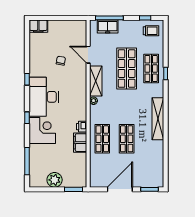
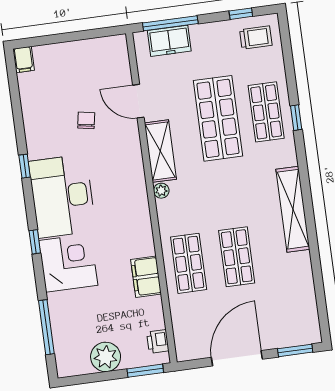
filing cabinet: (38, 26) -> (24, 60), width x0.50
printer: (82, 127) -> (158, 341), moved

